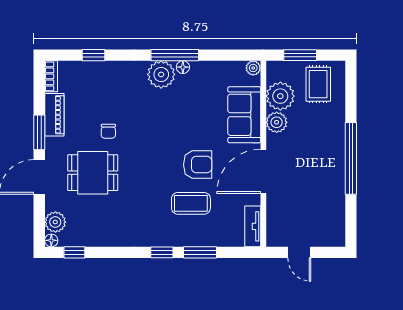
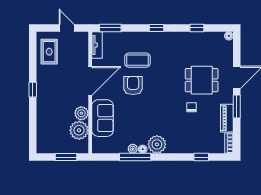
window: (175, 55) -> (135, 157), moved
plant: (253, 68) -> (133, 149), moved
rug: (318, 84) -> (49, 52), moved
window: (351, 158) -> (33, 90), width x0.32
armchair: (198, 165) -> (133, 86), turned 90
plant: (55, 222) -> (226, 48), removed
window: (74, 252) -> (197, 28), moved
window: (200, 252) -> (110, 28), moved

